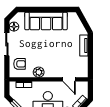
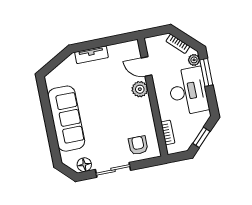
plant: (39, 72) -> (140, 89), moved
door: (69, 79) -> (147, 66), swing flipped

